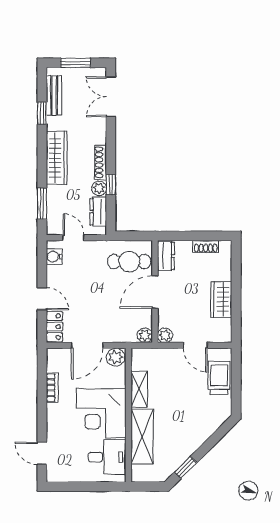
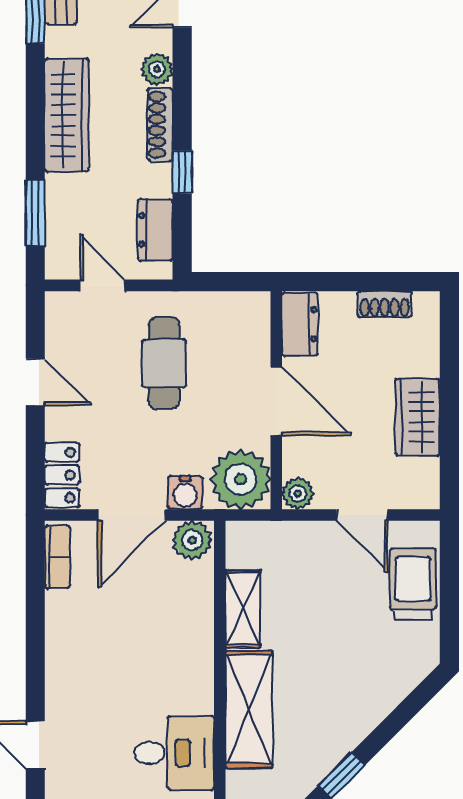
plant: (99, 188) -> (157, 69), moved
water cooler: (54, 257) -> (185, 492), moved, turned -90
cafe table: (129, 262) -> (164, 363), moved, turned 90
door: (155, 292) -> (276, 401), swing flipped
door: (42, 299) -> (35, 382), moved
plant: (145, 335) -> (241, 479), width x1.88, depth x1.88
bookcase: (52, 388) -> (57, 557), moved
corner desk: (101, 413) -> (161, 660), removed

